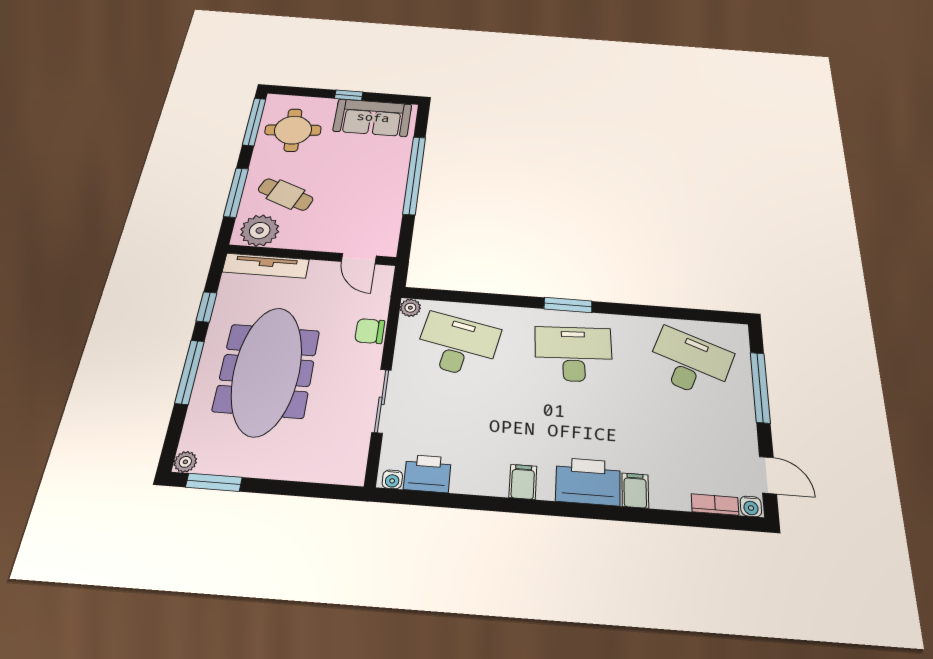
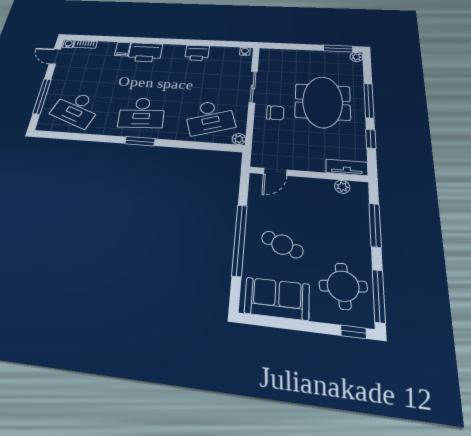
window: (349, 95) -> (354, 332), moved
cafe table: (286, 194) -> (282, 245), moved
plant: (260, 231) -> (342, 187), width x0.53, depth x0.53
door: (359, 259) -> (275, 172), swing flipped
tv unit: (266, 266) -> (347, 167), width x0.71
chair: (370, 331) -> (275, 113), moved
desk: (457, 345) -> (210, 117), turned -30
meeting table: (267, 370) -> (323, 102), width x0.73
printer: (427, 473) -> (197, 53), moved
filing cabinet: (523, 482) -> (178, 52), removed

